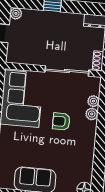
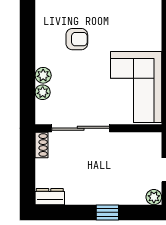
armchair: (61, 121) -> (77, 39), moved

